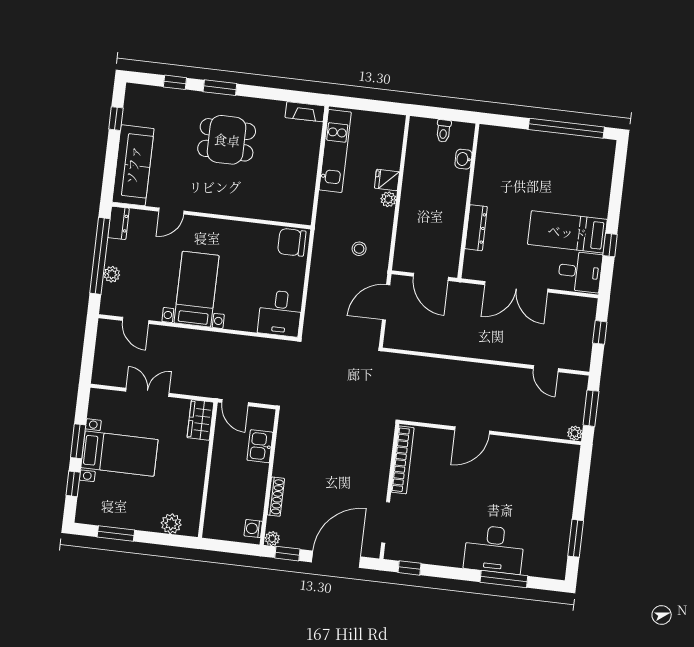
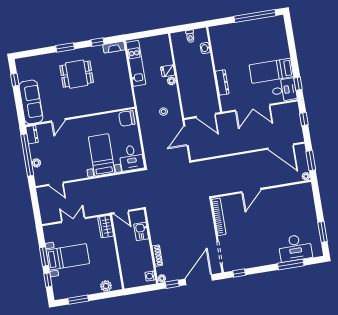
window: (175, 82) -> (97, 42), moved
window: (610, 245) -> (298, 84), moved
bed with nightstands: (196, 289) -> (102, 155), moved
door: (546, 369) -> (281, 147), width x1.88
desk: (494, 549) -> (295, 248), moved

